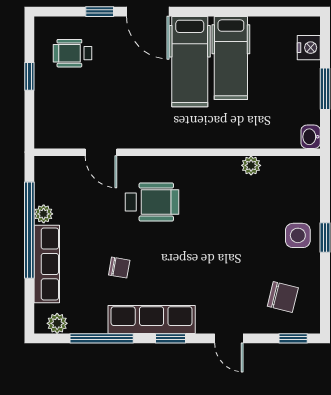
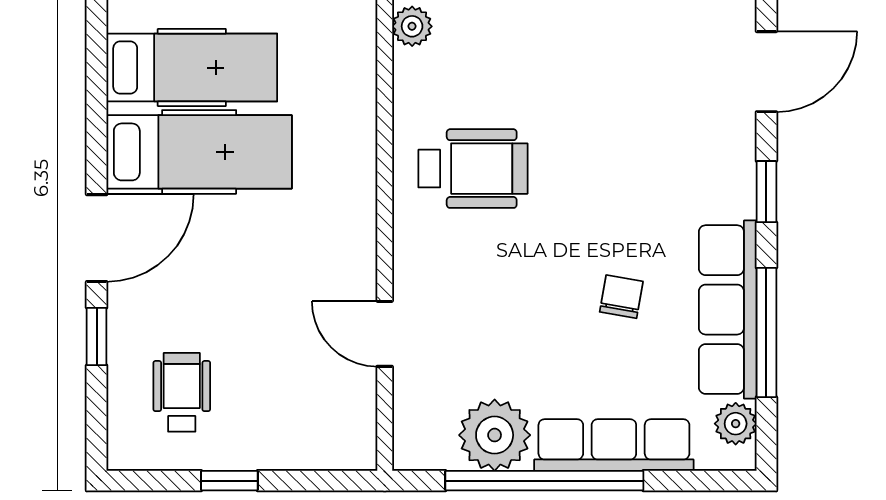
wheelchair: (72, 53) -> (182, 392), turned 180
door: (101, 152) -> (385, 334), swing flipped
wheelchair: (152, 202) -> (473, 169), moved, turned 90
plant: (44, 214) -> (495, 435), width x1.88, depth x1.88
row of seats: (152, 319) -> (728, 310), moved
door: (229, 338) -> (766, 72), width x1.38

